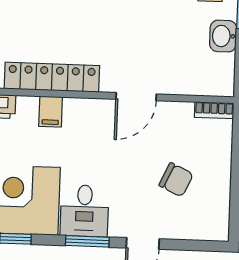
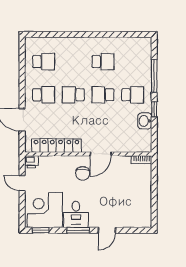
filing cabinet: (51, 112) -> (56, 163), removed
chair: (176, 180) -> (83, 173), moved, turned 65

